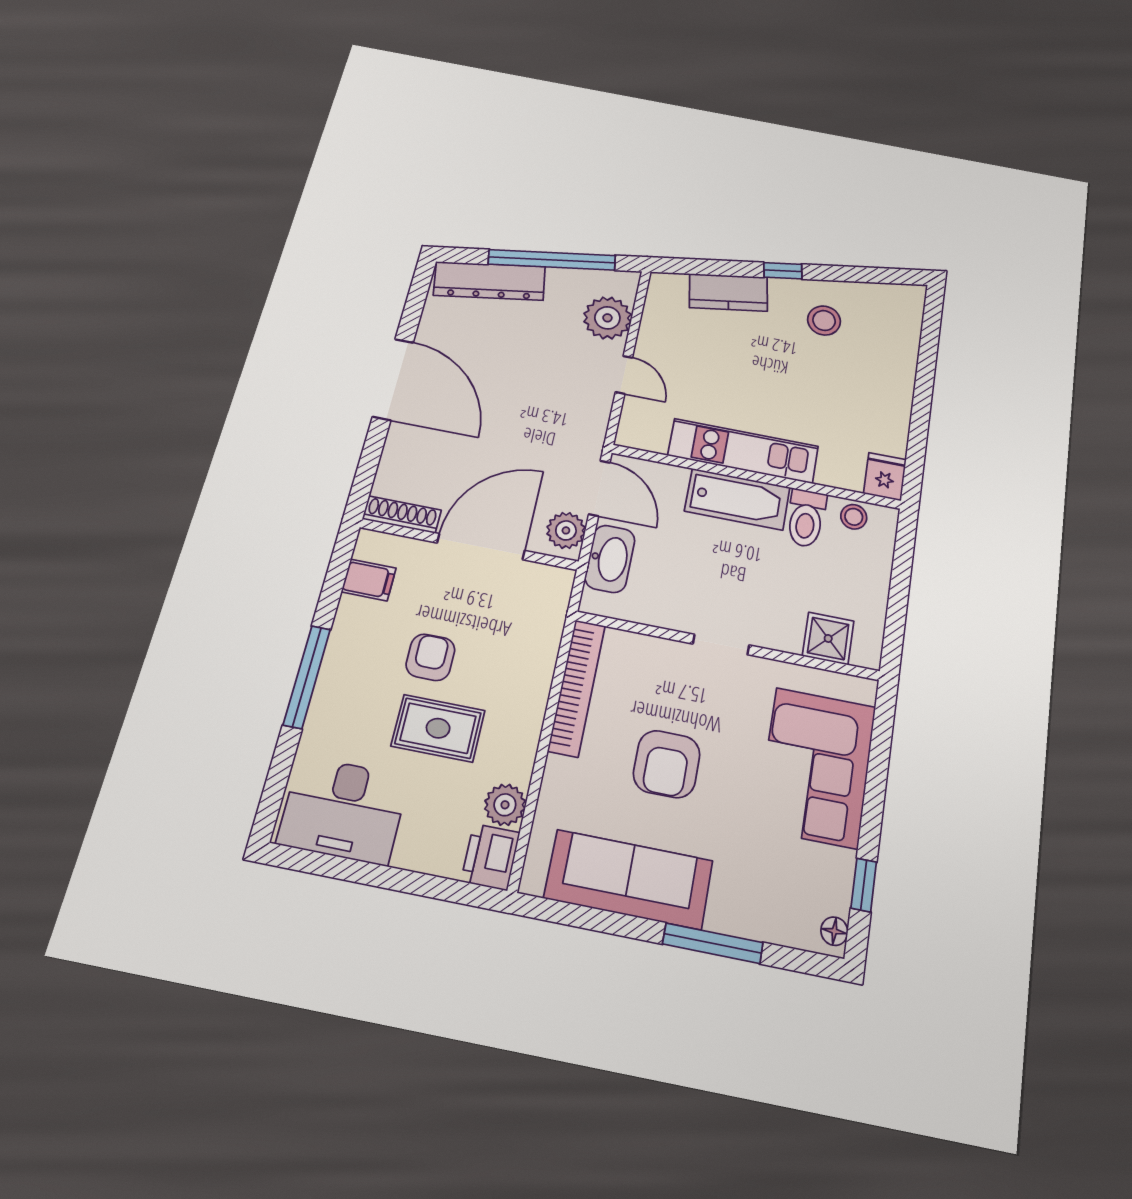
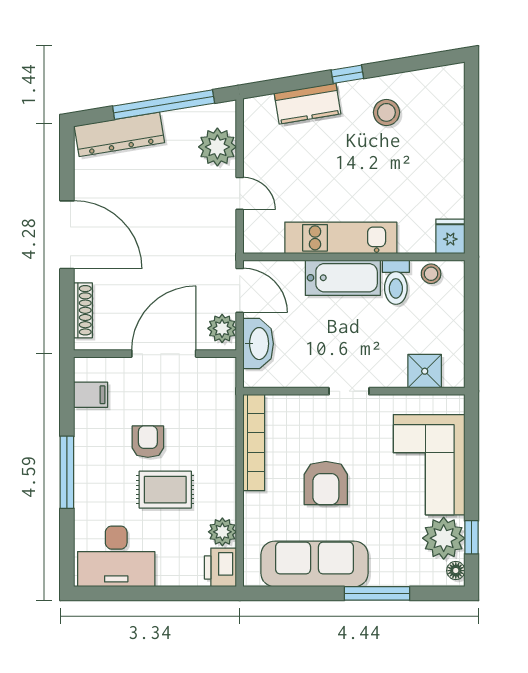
shoe rack: (402, 515) -> (83, 310), moved, turned 90
plant: (823, 878) -> (444, 538), added

